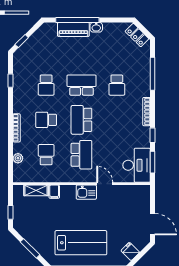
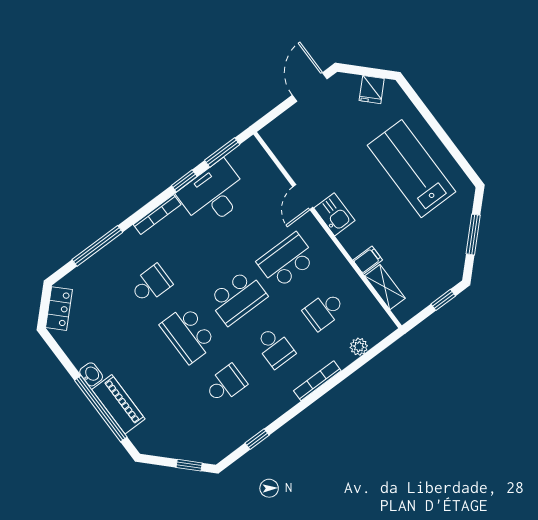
desk: (137, 165) -> (213, 194), moved

